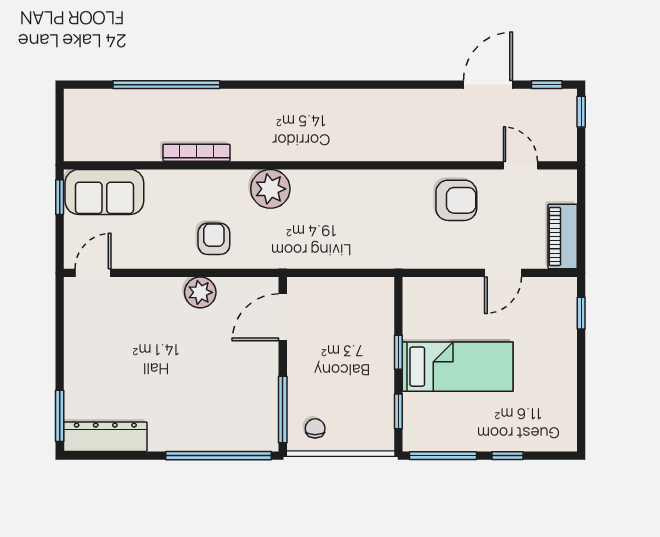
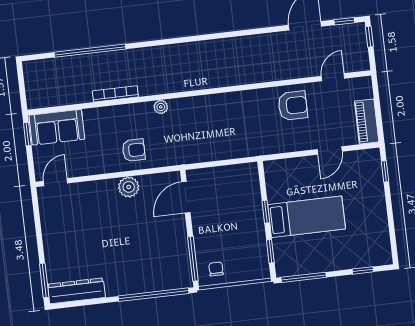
door: (520, 165) -> (333, 77), hinge flipped
plant: (270, 189) -> (161, 107), width x0.53, depth x0.53
armchair: (214, 239) -> (134, 150), turned 90
window: (508, 456) -> (363, 270), moved

